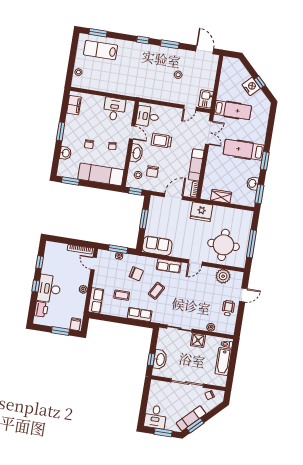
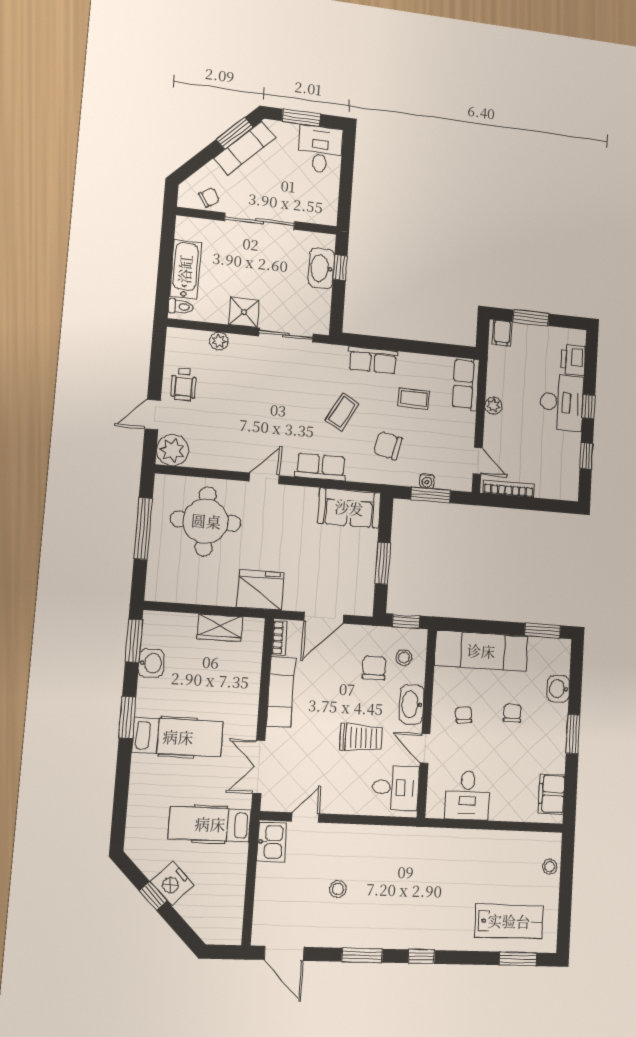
plant: (223, 276) -> (173, 450), moved

